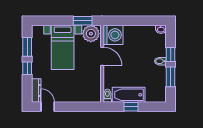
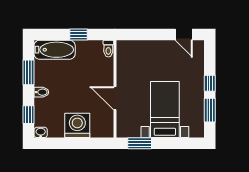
plant: (91, 34) -> (129, 127), removed
washing machine: (113, 35) -> (77, 125), moved, turned 90
window: (171, 55) -> (28, 115), moved
dresser: (36, 90) -> (198, 55), removed
bathtub: (129, 95) -> (55, 50), moved

